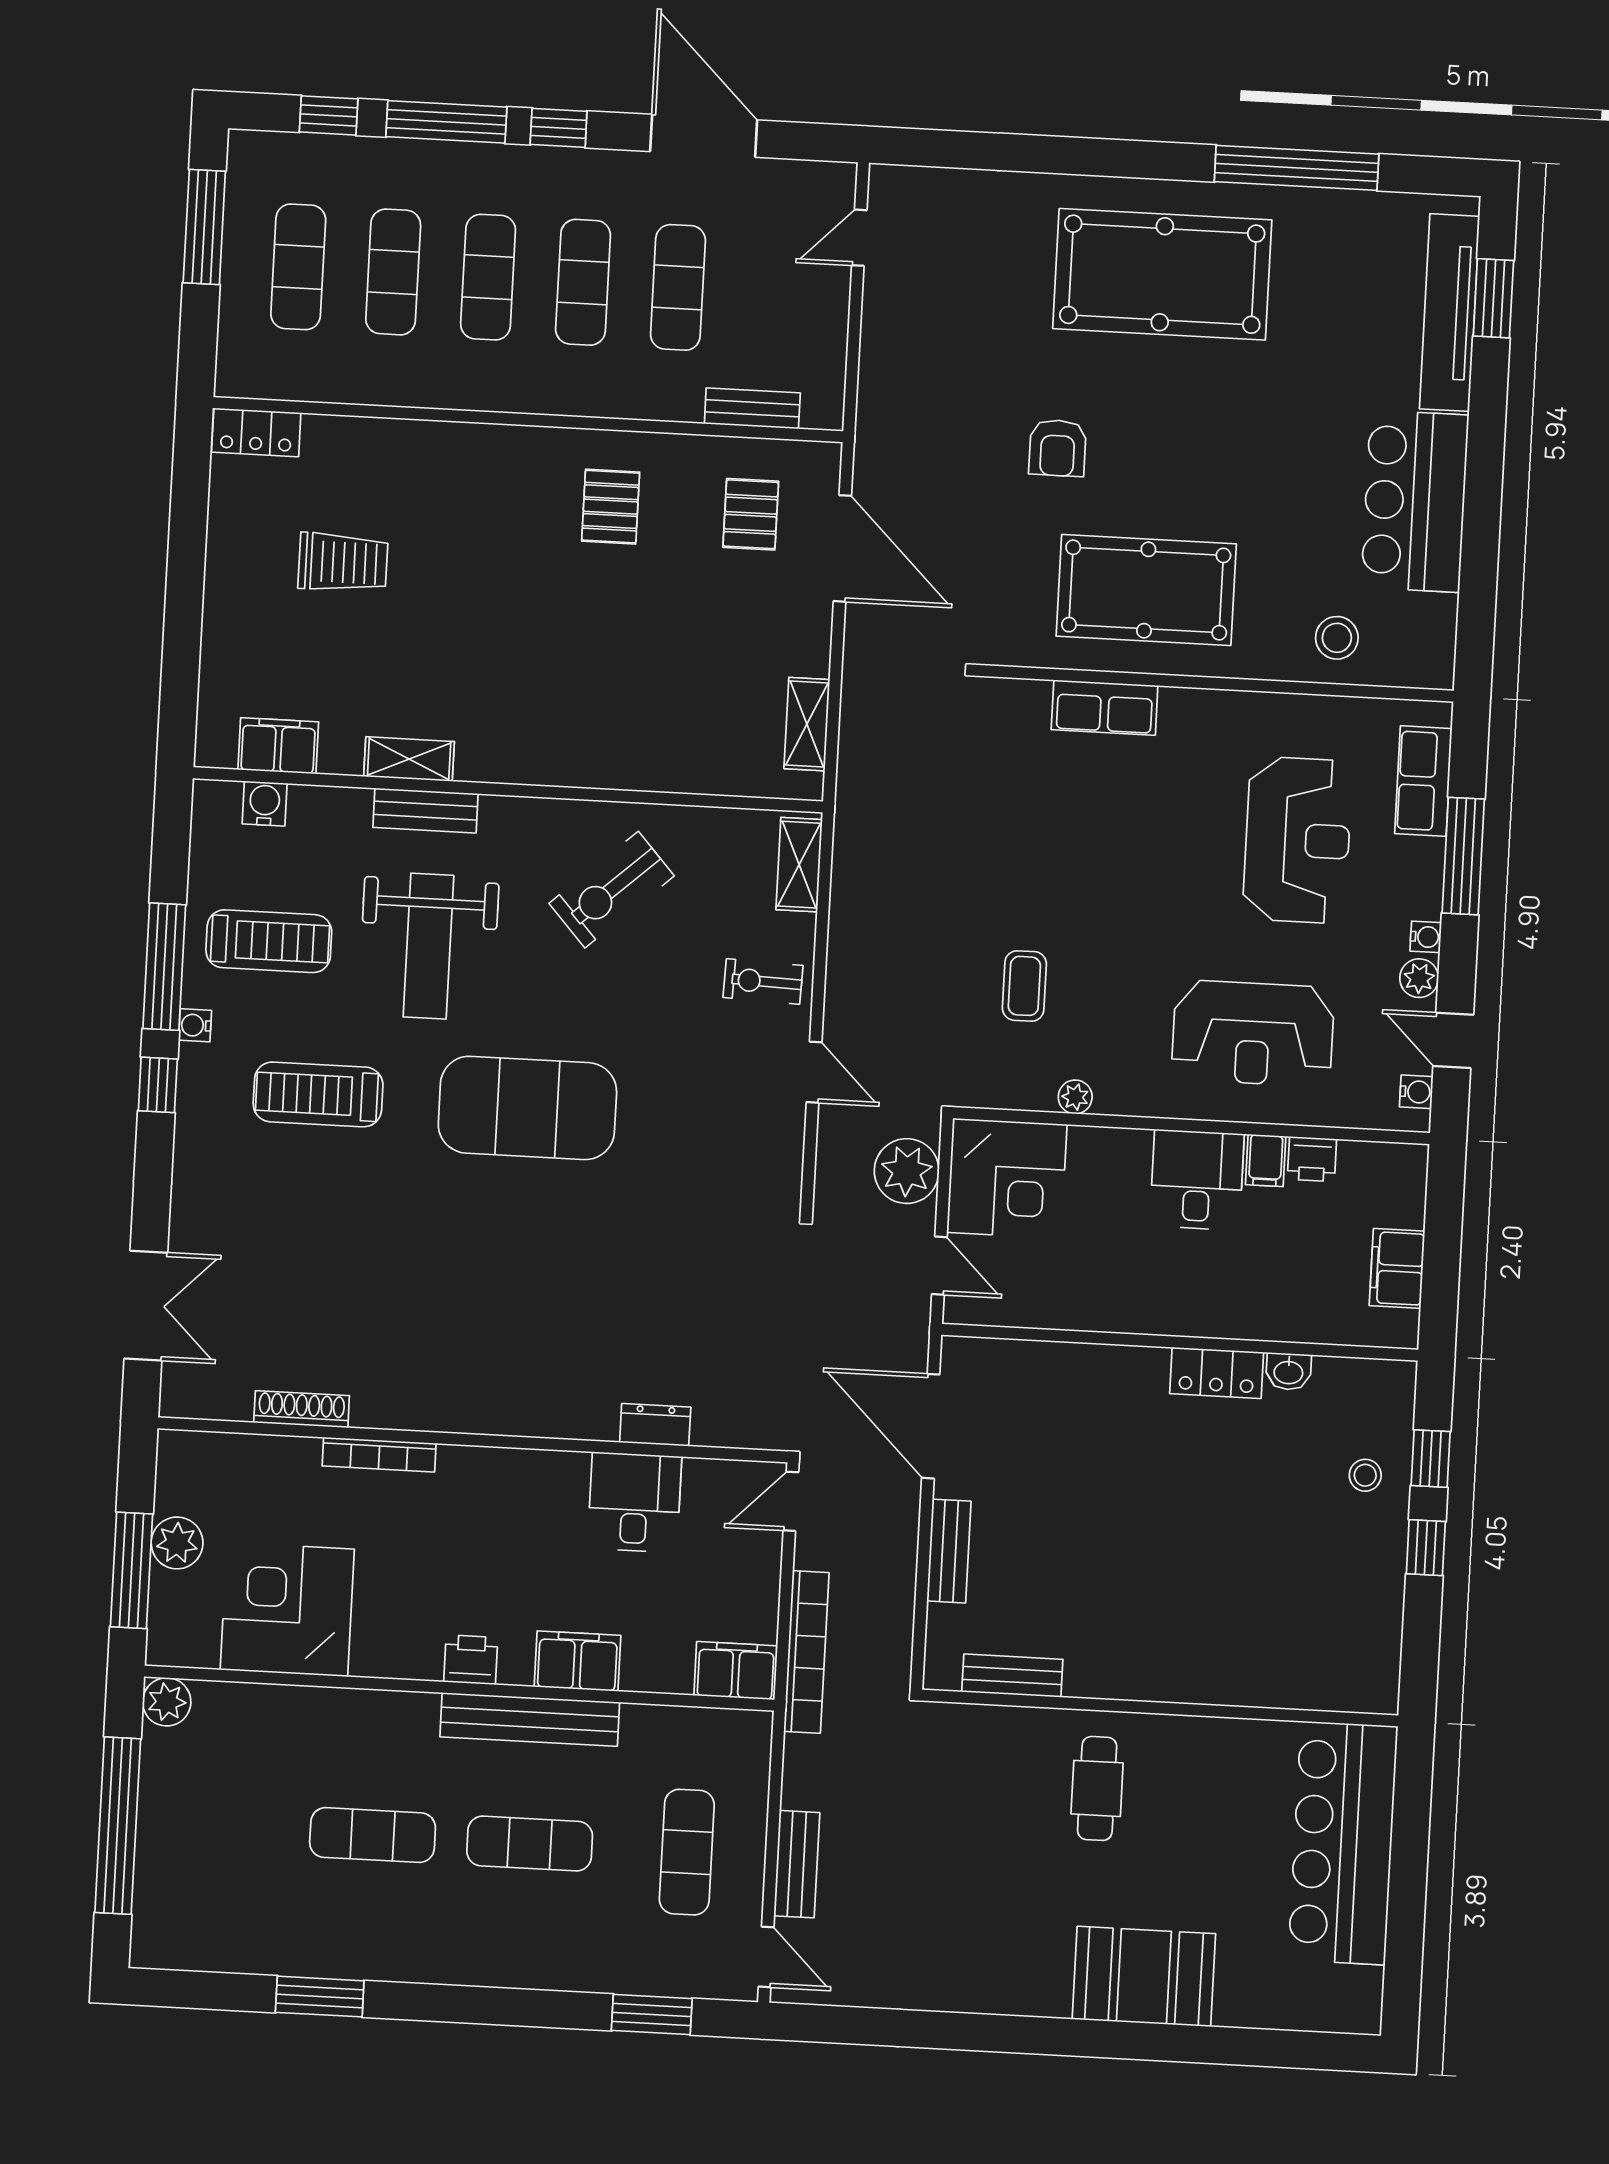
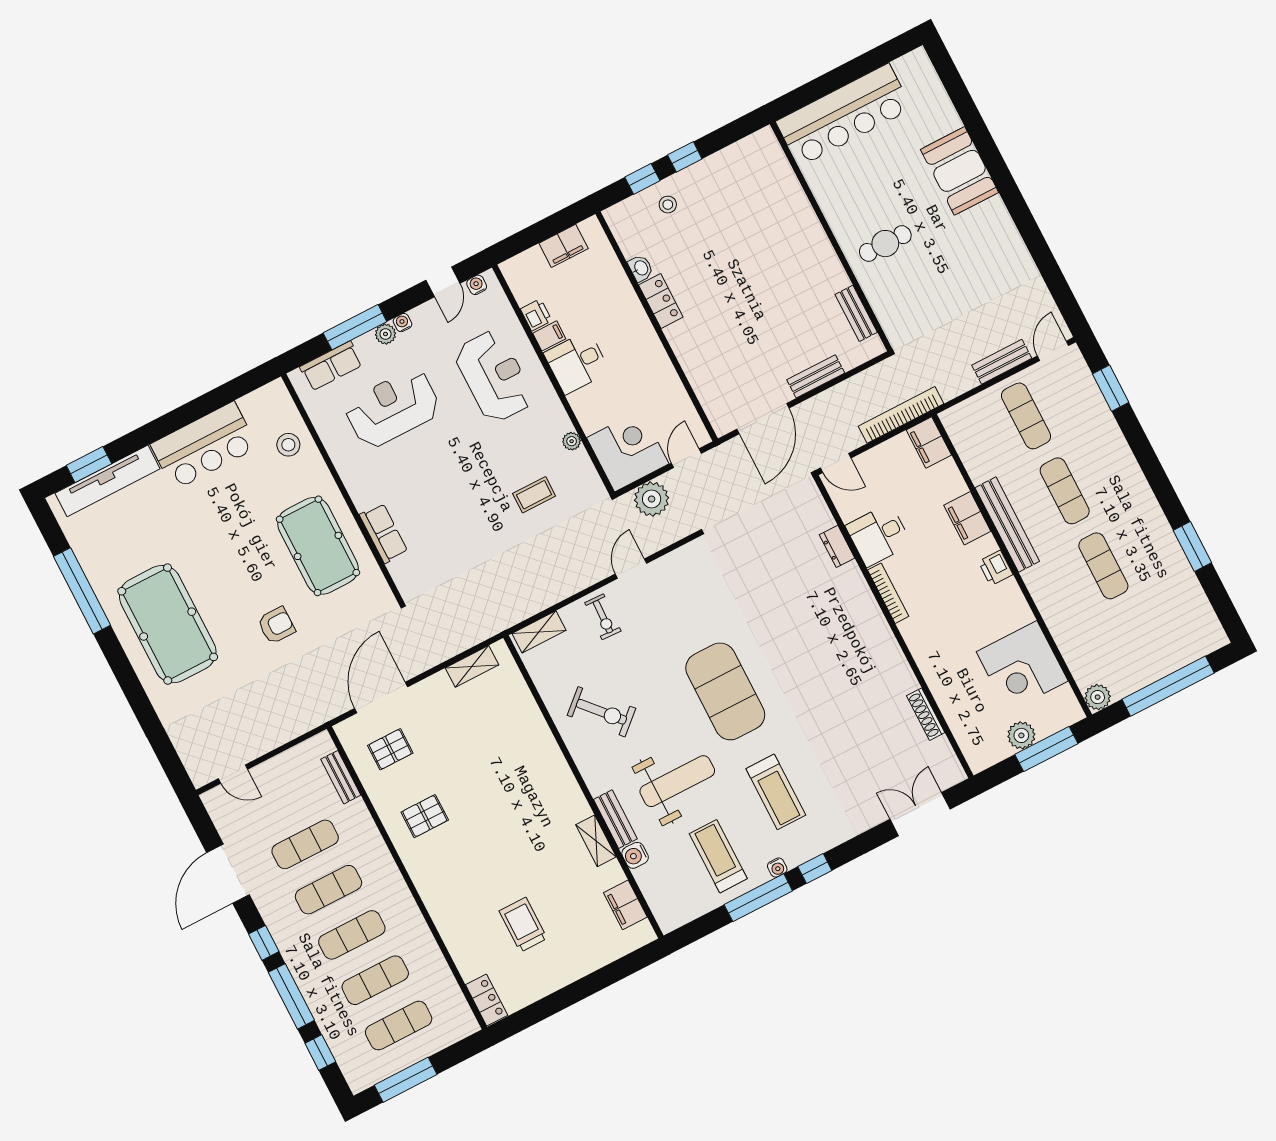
water cooler: (265, 804) -> (635, 855), moved
plant: (1419, 978) -> (385, 334), moved
bookcase: (379, 1455) -> (888, 593), moved
exercise mat: (687, 1852) -> (1026, 416), turned 90

